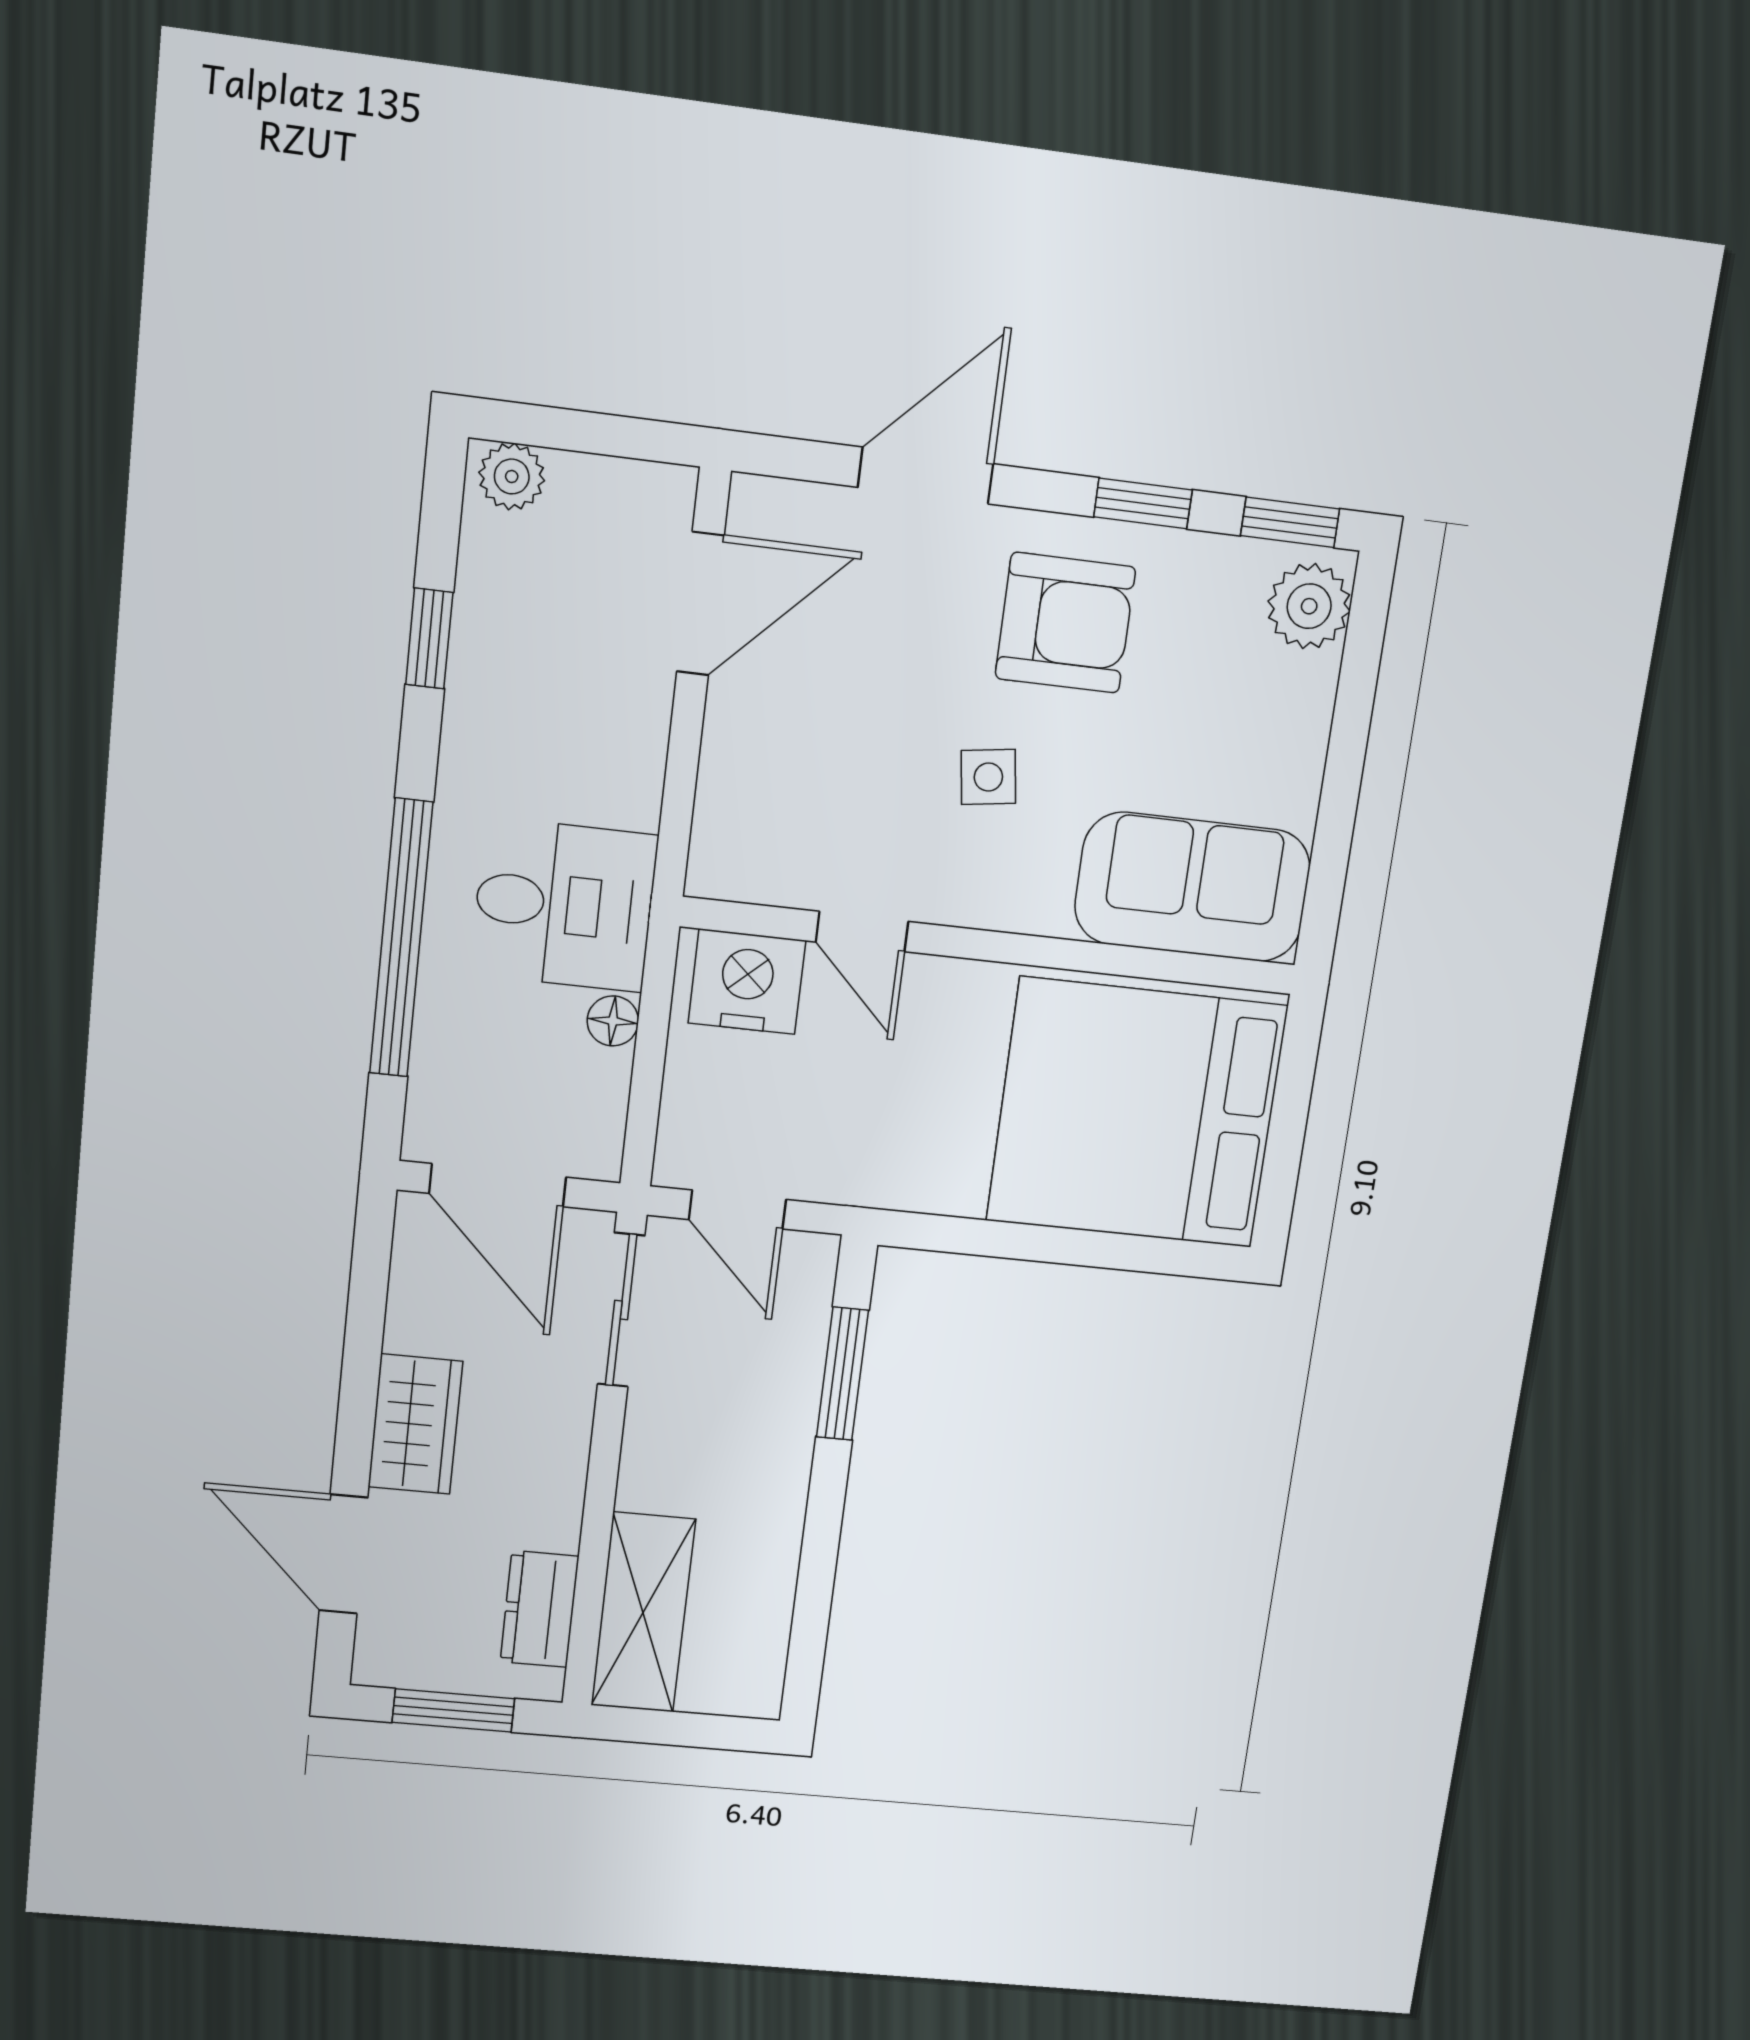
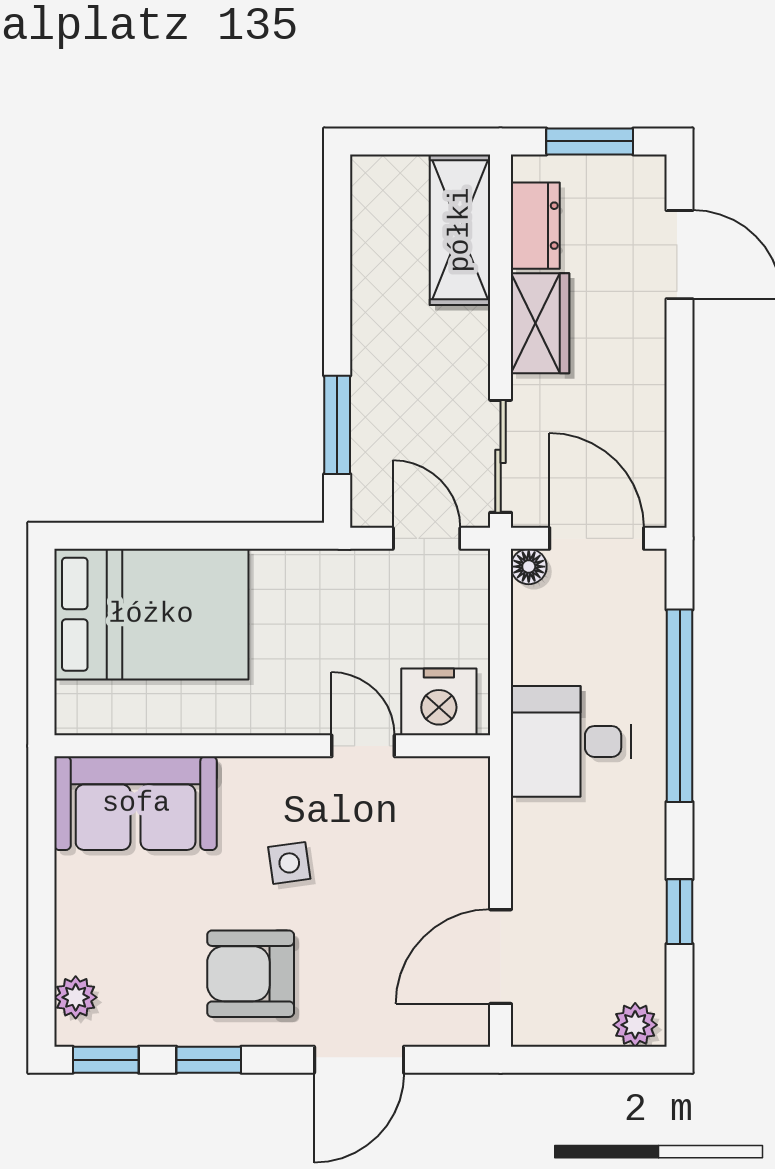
plant: (1309, 606) -> (76, 997), width x0.73, depth x0.73
floor lamp: (613, 1021) -> (529, 567), moved
bed: (1137, 1113) -> (151, 614), width x0.73
wardrobe: (415, 1424) -> (540, 323), moved, turned 180

